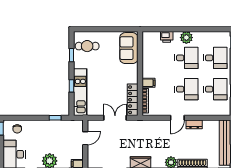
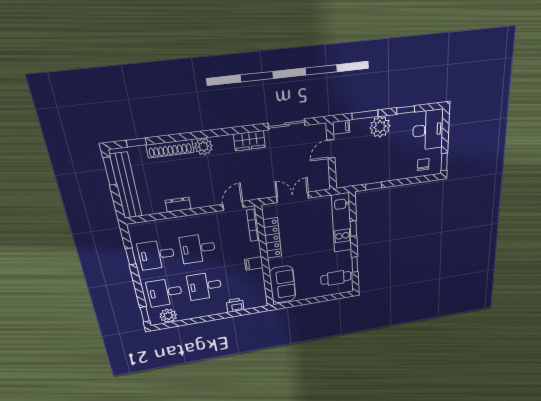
plant: (186, 38) -> (168, 316), moved
filing cabinet: (148, 83) -> (254, 264), moved
locker: (133, 100) -> (272, 238), moved
double door: (115, 118) -> (293, 197), swing flipped
door: (177, 118) -> (233, 206), moved
door: (85, 138) -> (331, 149), moved

